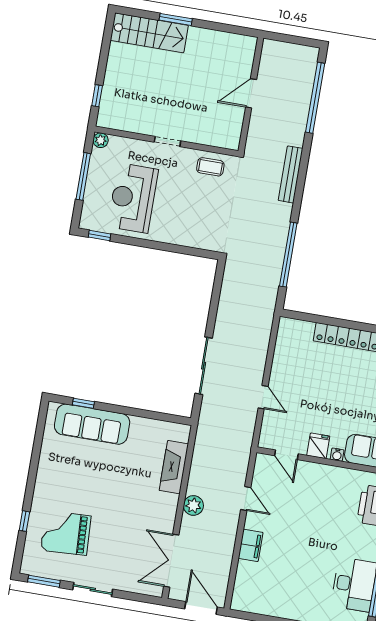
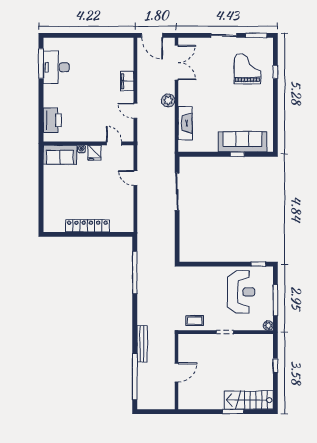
window: (97, 96) -> (275, 366), moved
bench: (291, 174) -> (142, 344), moved
window: (83, 403) -> (237, 154), moved
grand piano: (66, 533) -> (247, 69), turned -87

